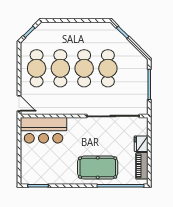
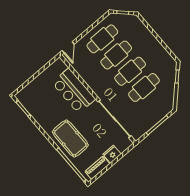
bar counter: (44, 130) -> (74, 91), moved

